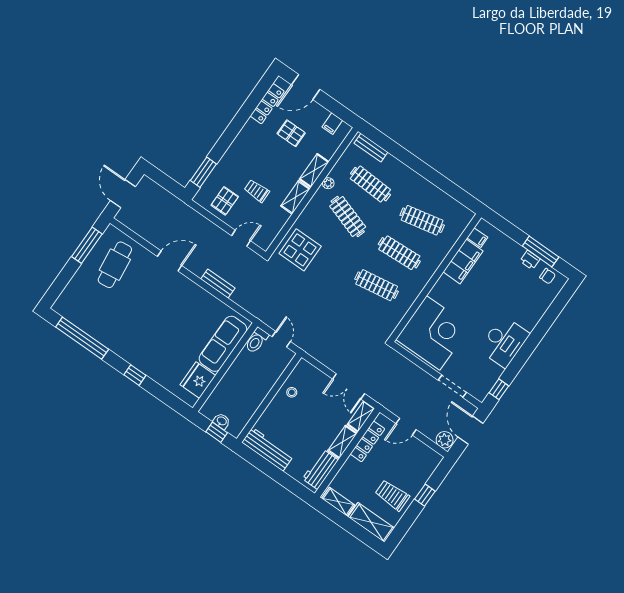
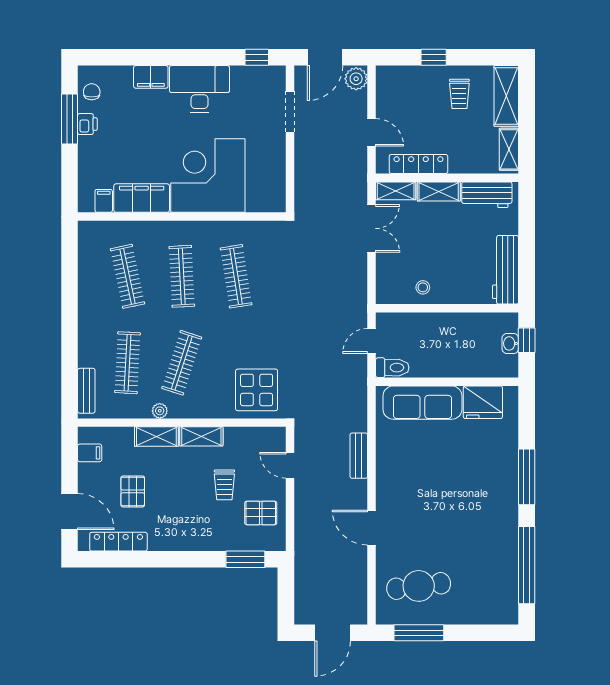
filing cabinet: (532, 318) -> (151, 77), added
corner desk: (433, 333) -> (208, 175), moved
window: (135, 375) -> (527, 477), width x2.17
trolley: (392, 495) -> (459, 94), width x0.73, depth x0.72

